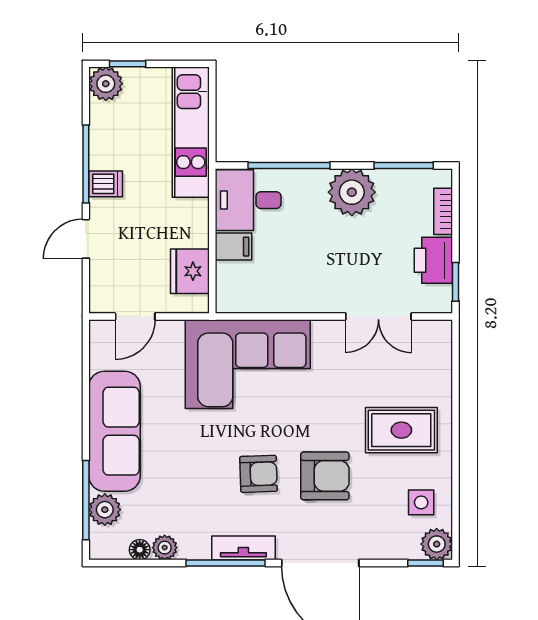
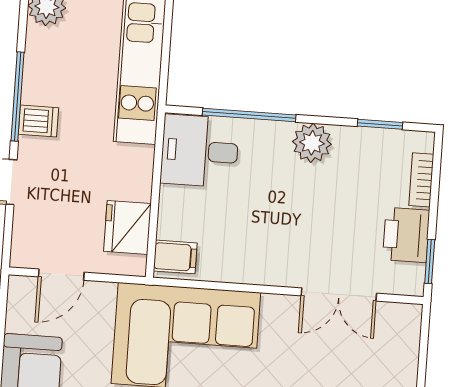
window: (404, 166) -> (380, 124), width x0.67
plant: (352, 192) -> (312, 143), width x0.73, depth x0.73
filing cabinet: (233, 247) -> (175, 257), moved

